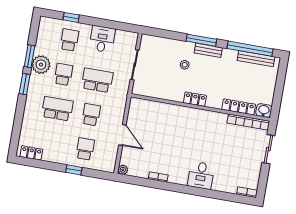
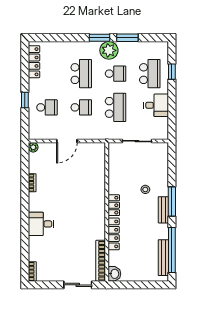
school desk: (69, 40) -> (150, 74), width x1.85
plant: (41, 65) -> (109, 50), moved
locker: (239, 107) -> (114, 234), moved
locker: (31, 153) -> (34, 62), width x1.53

